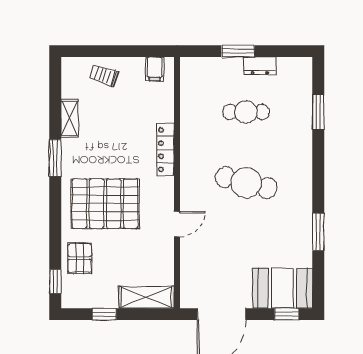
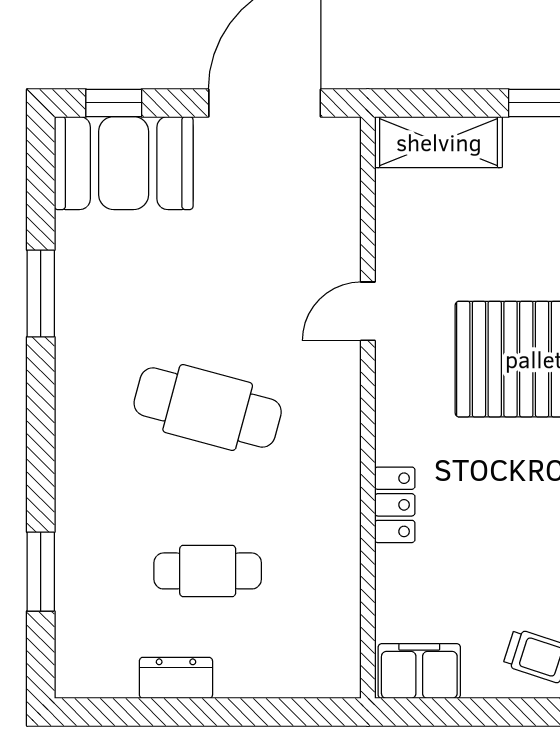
window: (238, 51) -> (227, 712), removed
filing cabinet: (155, 69) -> (419, 671), width x2.00
locker: (165, 150) -> (395, 505), width x0.66

